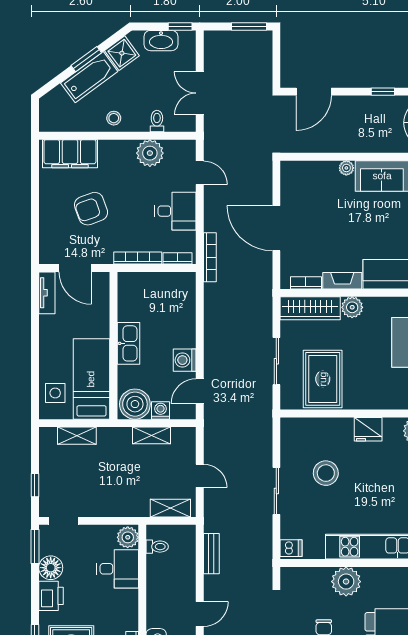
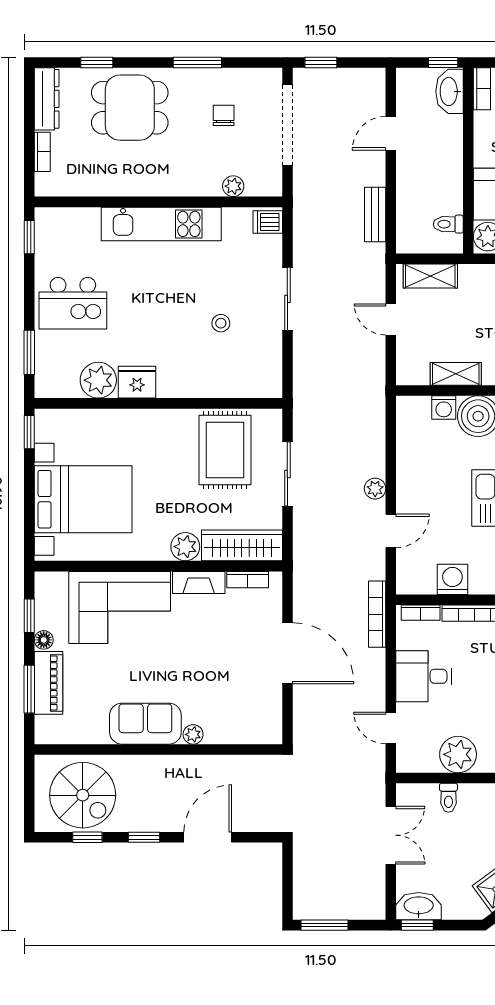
washbasin: (161, 41) -> (419, 906), moved
door: (314, 92) -> (208, 837), moved
plant: (211, 350) -> (375, 489), added
washing machine: (185, 360) -> (452, 579), moved, turned -90
door: (200, 391) -> (391, 531), moved
fridge: (368, 429) -> (137, 382), moved
stool: (326, 473) -> (221, 323), width x0.53, depth x0.53
plant: (346, 582) -> (233, 186), moved, width x0.53, depth x0.53

